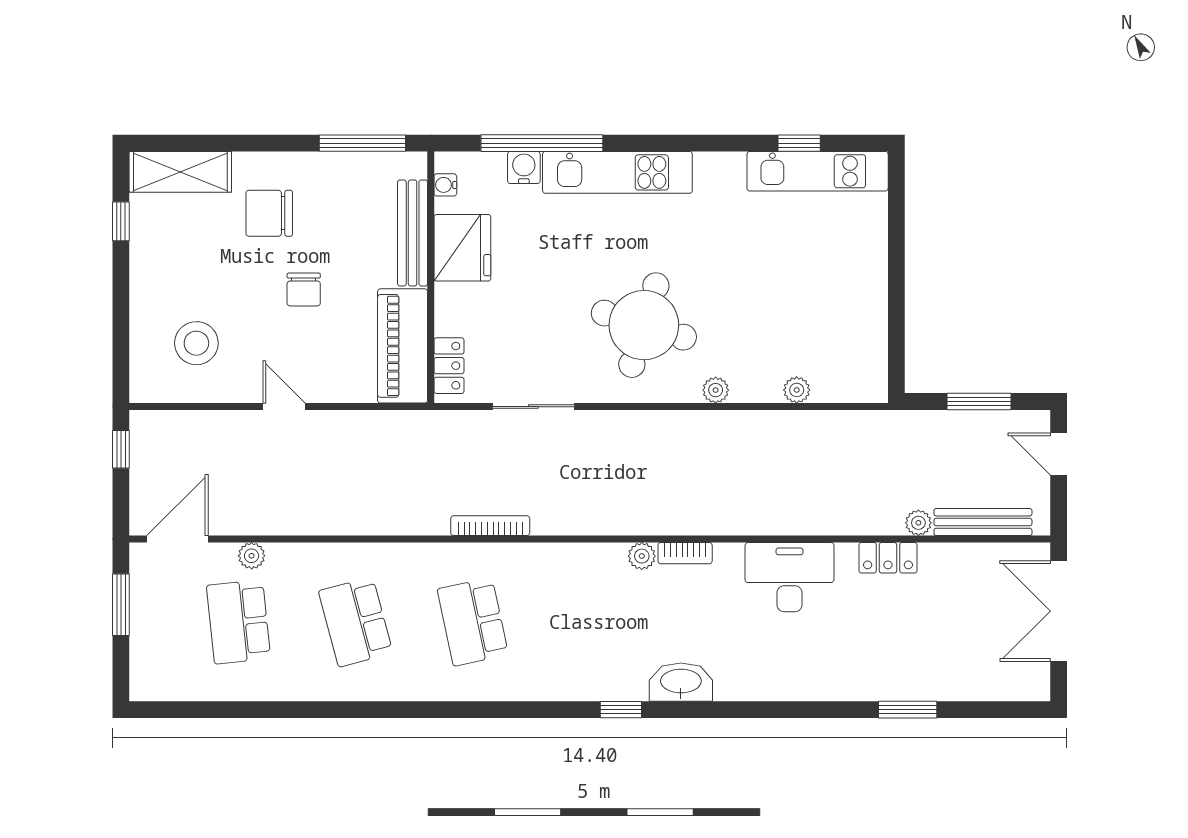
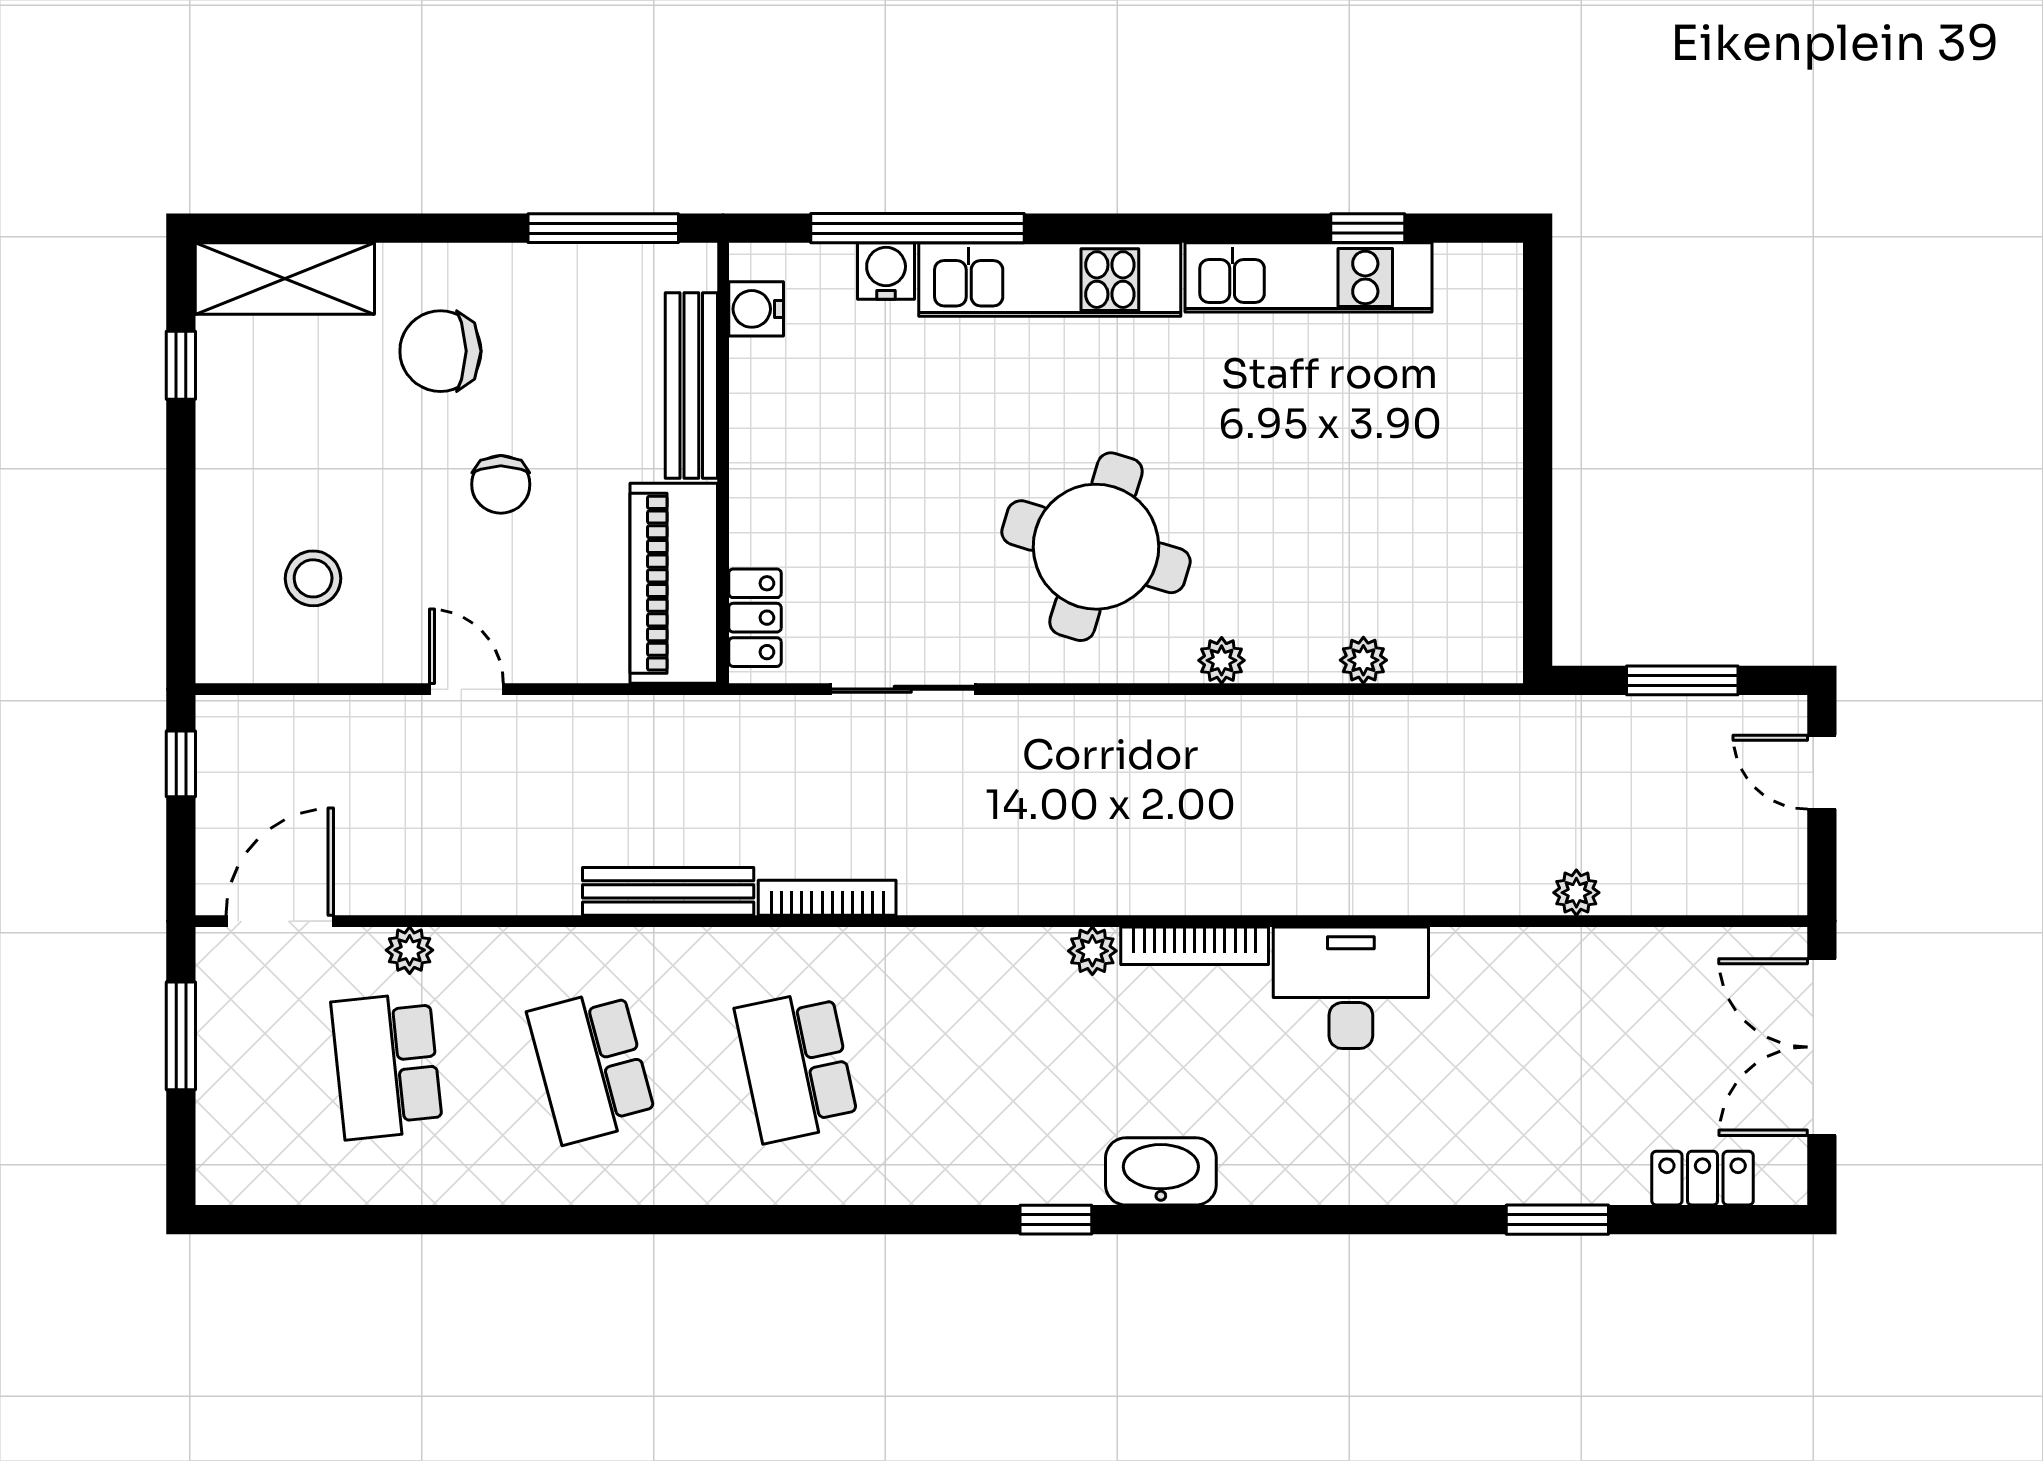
kitchen unit: (818, 171) -> (1309, 277), moved
water cooler: (445, 185) -> (756, 309), width x1.38, depth x1.38
fridge: (462, 248) -> (778, 411), removed
stool: (196, 343) -> (313, 578), width x0.73, depth x0.73
bench: (983, 522) -> (668, 891), moved
bookcase: (685, 553) -> (1195, 946), width x1.56
locker: (888, 558) -> (1703, 1178), moved, turned 180

